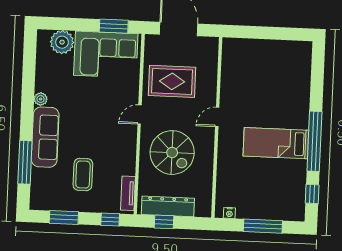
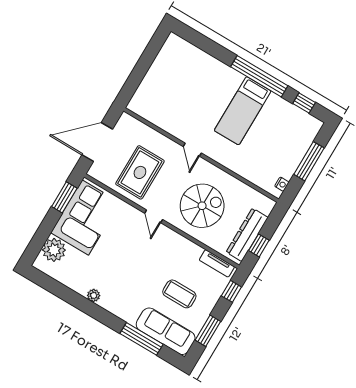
sofa: (45, 137) -> (166, 331), moved

